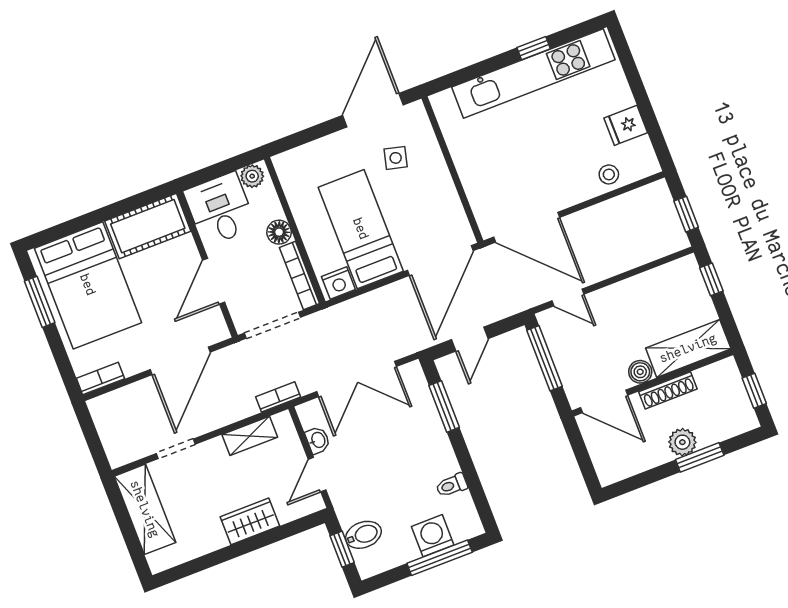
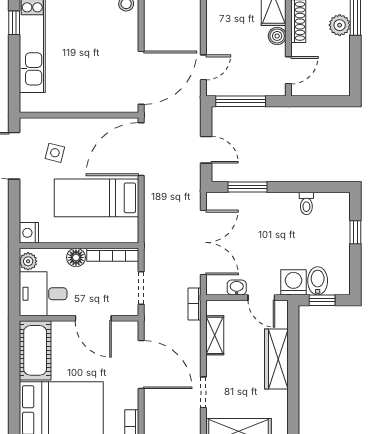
door: (440, 260) -> (141, 149), swing flipped
nightstand: (338, 283) -> (29, 233), moved, turned 180
doorway: (272, 325) -> (141, 288), width x0.73
door: (604, 401) -> (288, 70), width x0.73
wardrobe: (250, 521) -> (276, 359), width x1.50
washing machine: (433, 536) -> (293, 282), moved, turned 90
window: (440, 558) -> (355, 232), width x0.46

